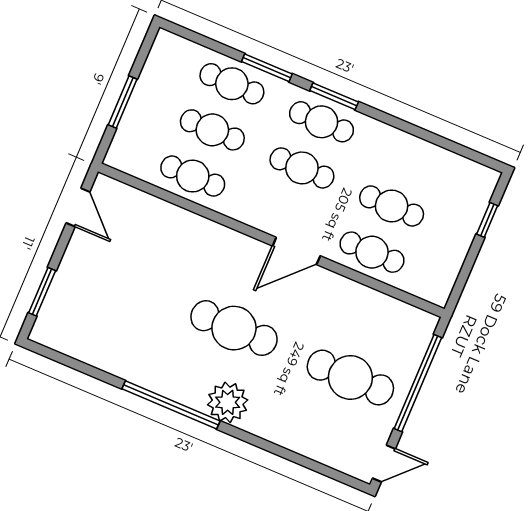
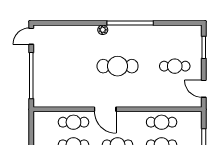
door: (296, 251) -> (105, 109), swing flipped
cafe table: (350, 377) -> (175, 66), moved, width x0.73, depth x0.74
plant: (228, 402) -> (103, 30), width x0.53, depth x0.53

